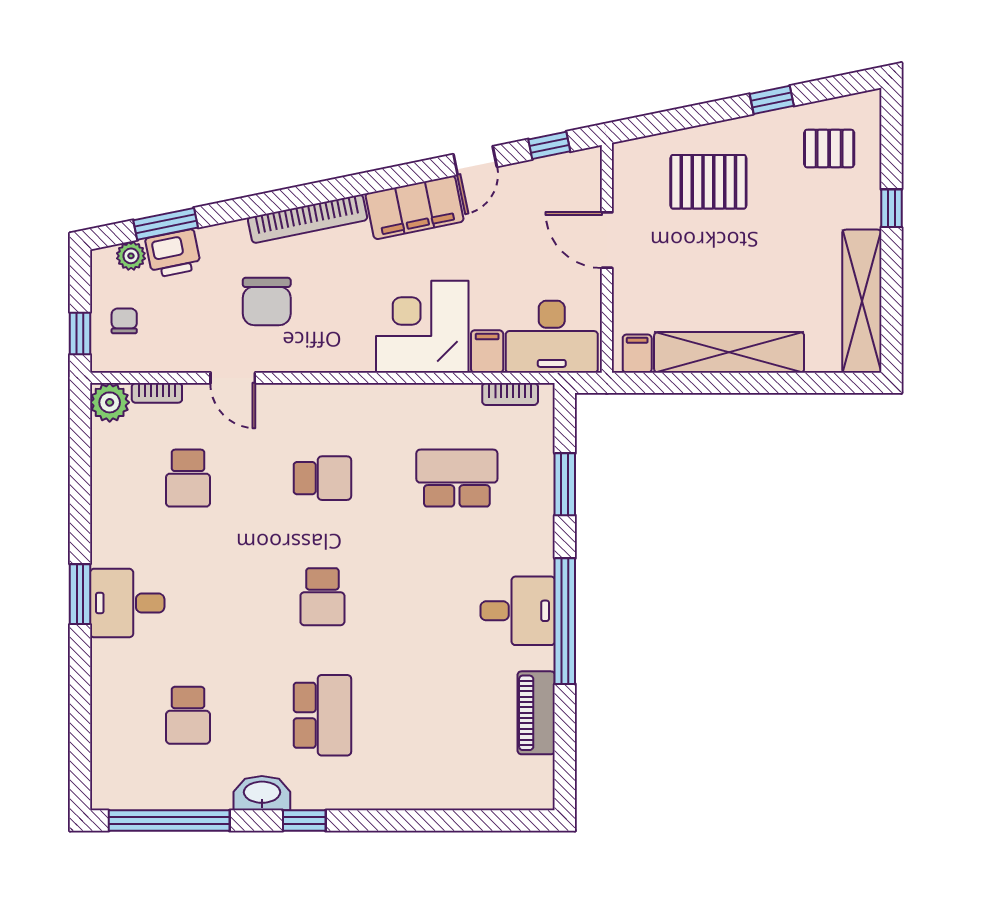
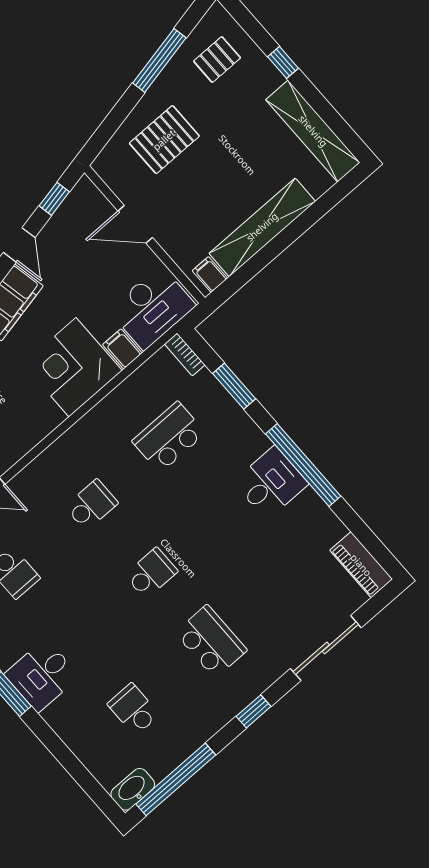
window: (772, 100) -> (159, 60), width x2.17
bookcase: (510, 394) -> (185, 354), moved, turned 90
school desk: (322, 597) -> (151, 573), turned -90
piano: (536, 713) -> (361, 565), moved
school desk: (188, 715) -> (134, 709), turned 180
washbasin: (262, 793) -> (133, 789), moved
sliding door: (430, 821) -> (326, 648), added

